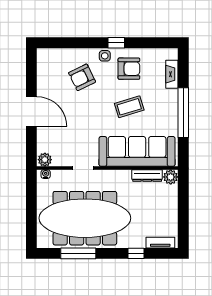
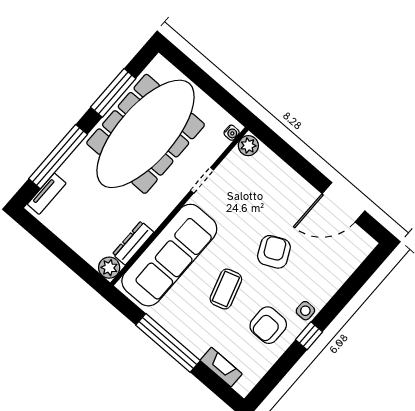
armchair: (82, 77) -> (274, 252), moved
door: (31, 111) -> (343, 202), moved
window: (136, 253) -> (58, 157), width x3.17

